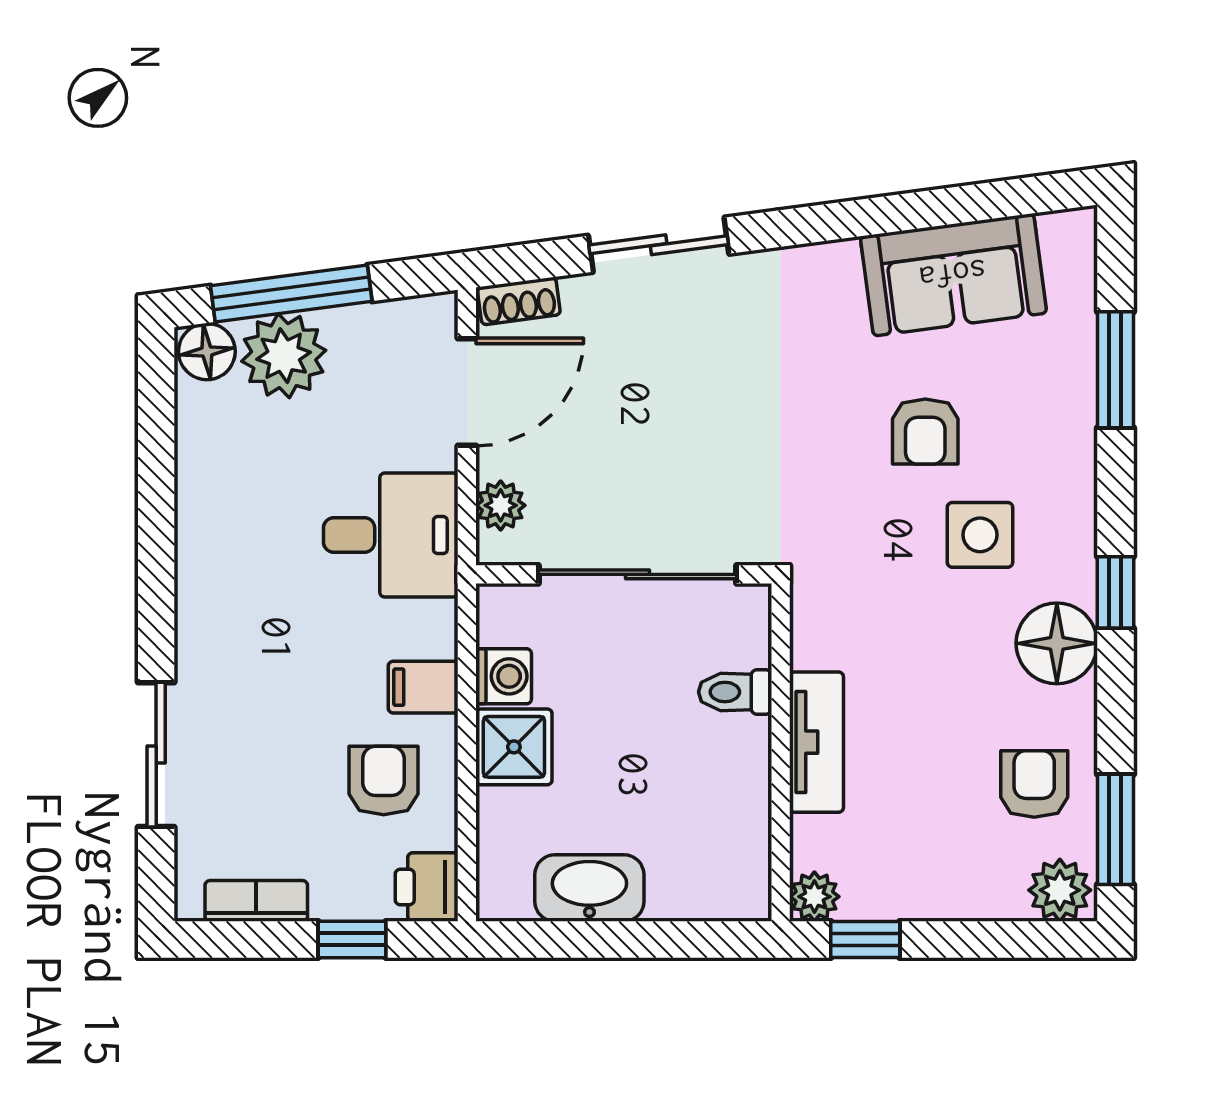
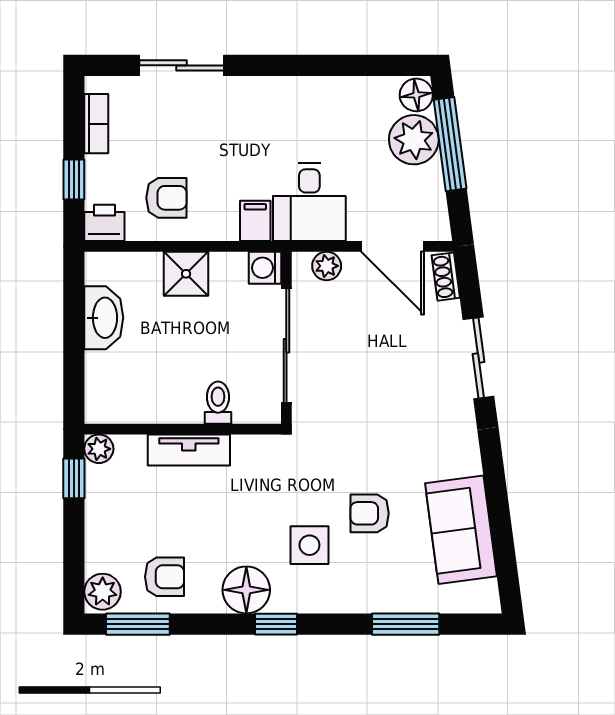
washing machine: (504, 676) -> (265, 268), moved, turned 90
filing cabinet: (423, 687) -> (255, 221), moved

